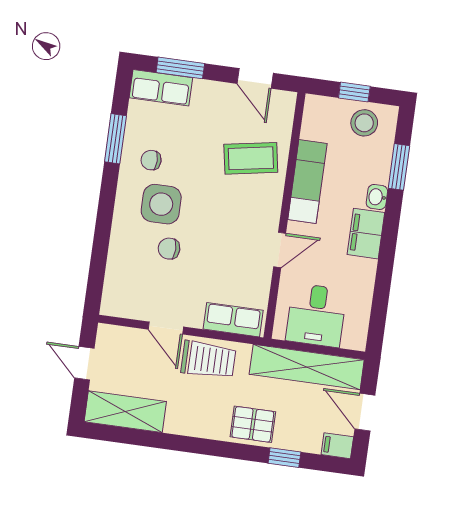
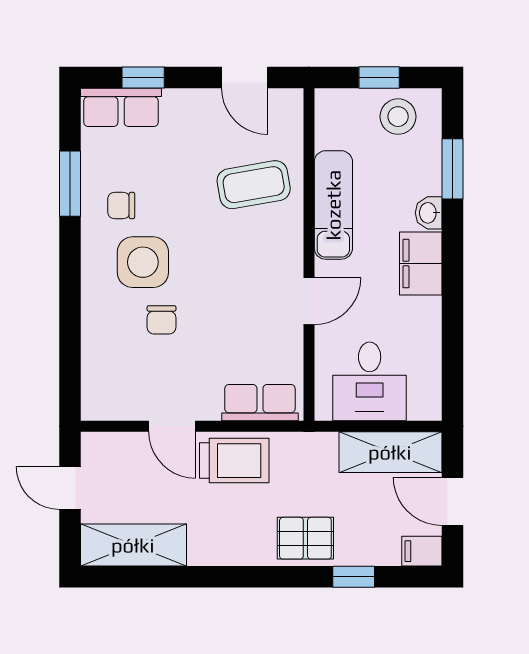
window: (180, 68) -> (143, 77), width x0.67
chair: (169, 249) -> (162, 320), turned -90
shelving: (307, 367) -> (390, 452), width x0.68

